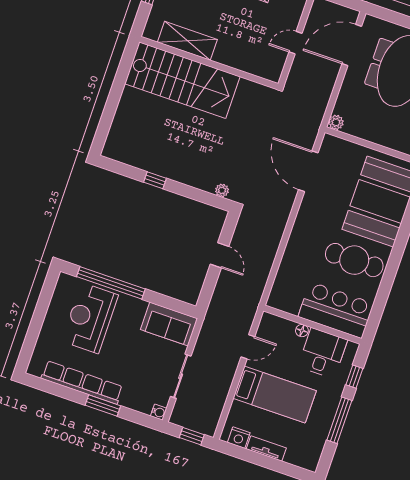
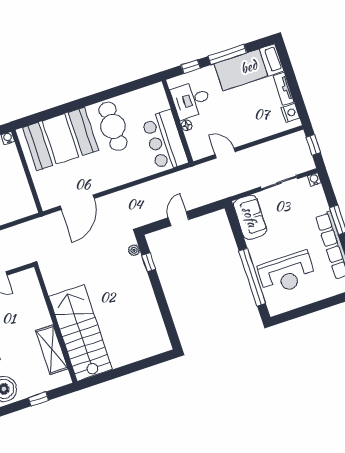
plant: (336, 122) -> (30, 209), removed
window: (155, 180) -> (149, 262), moved
bar counter: (336, 310) -> (165, 141), moved
bed: (275, 394) -> (249, 67), moved, turned -90

